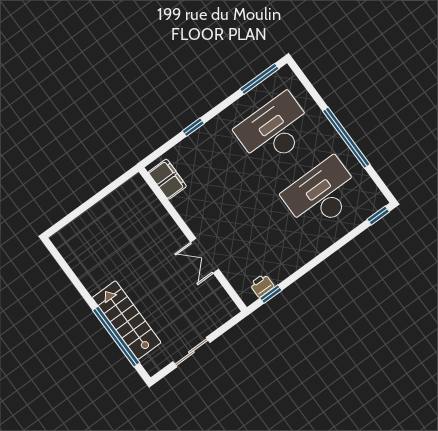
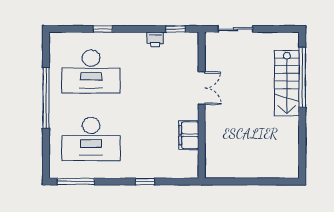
filing cabinet: (167, 179) -> (189, 135), moved
window: (378, 216) -> (103, 29), moved
printer: (262, 285) -> (155, 39), moved
sliding door: (191, 352) -> (236, 29), moved

